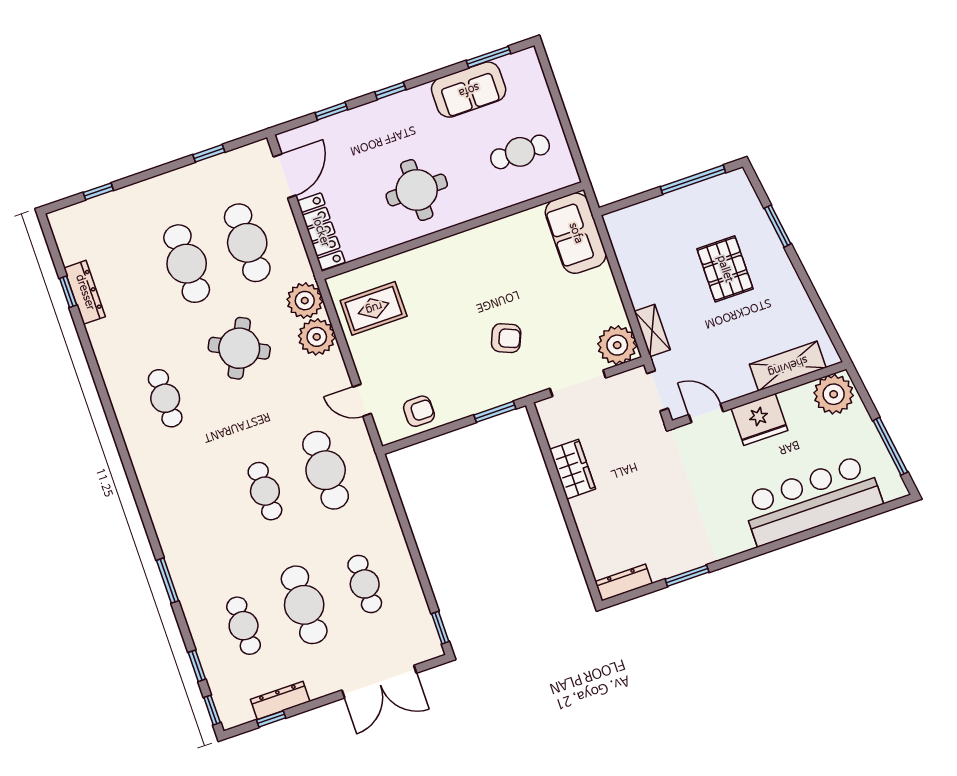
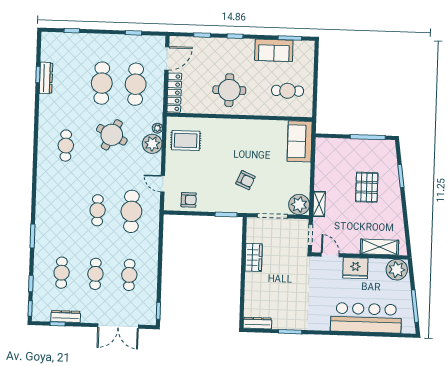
plant: (305, 301) -> (157, 128), width x0.53, depth x0.53
cafe table: (304, 605) -> (95, 274), width x0.73, depth x0.74

